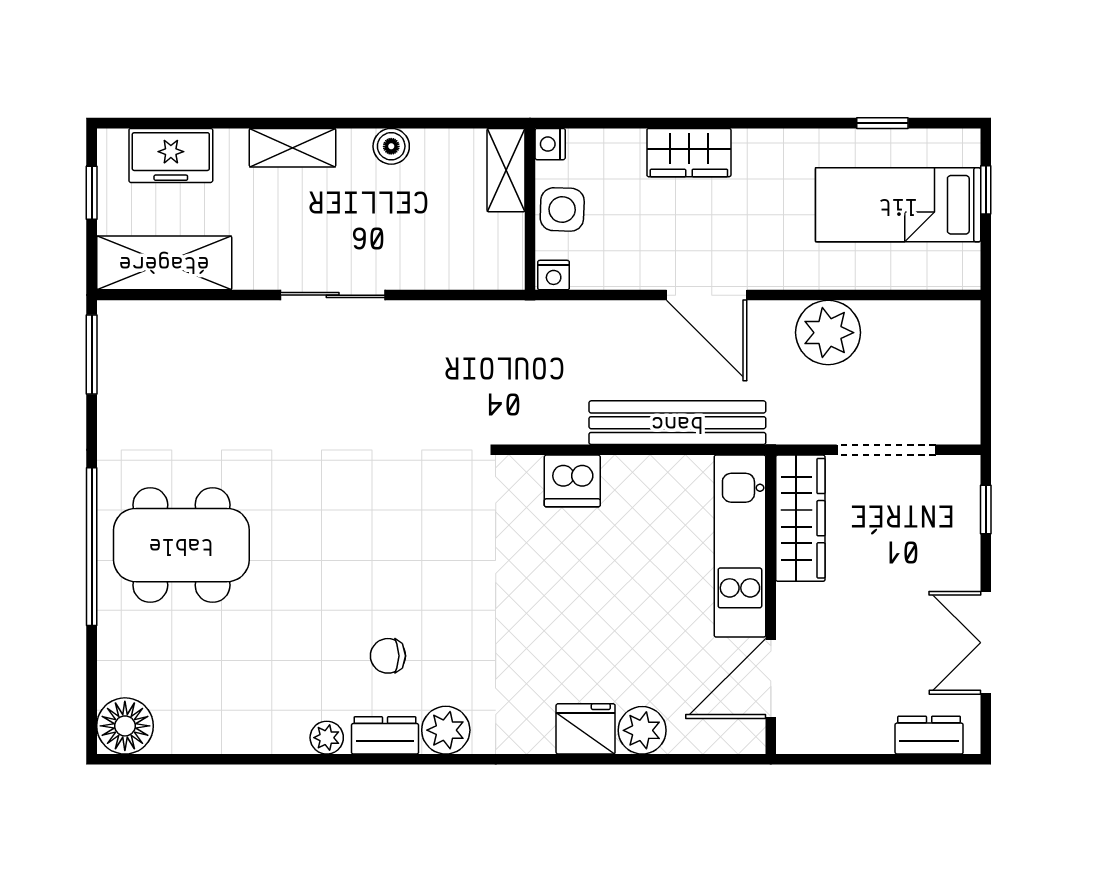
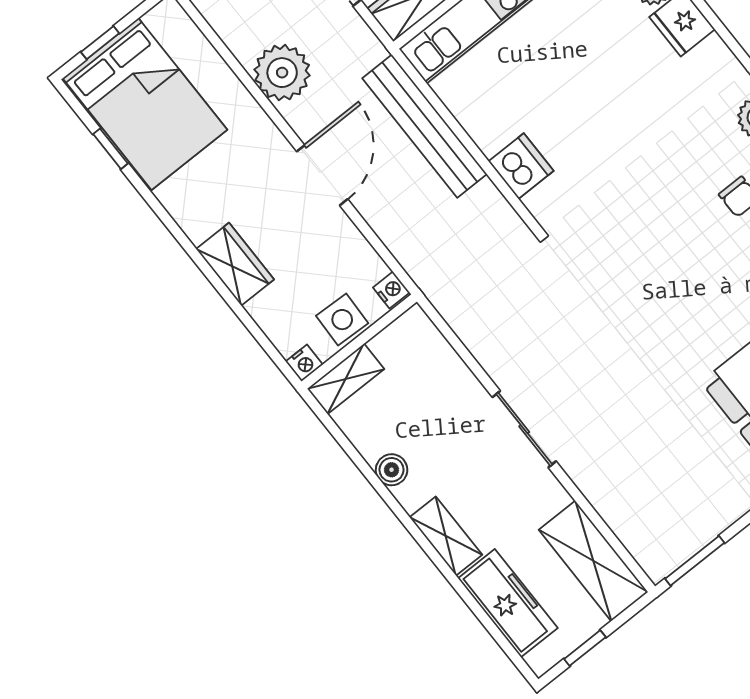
freezer: (171, 155) -> (508, 603), width x1.40
bed: (898, 205) -> (145, 104), width x1.50

